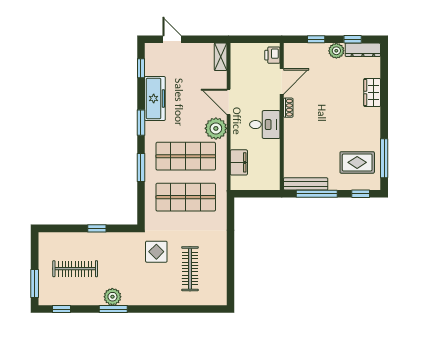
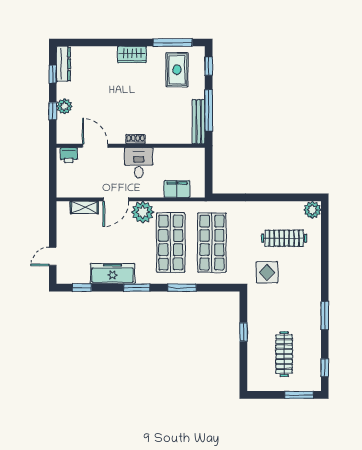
plant: (336, 51) -> (64, 106), moved
shelving: (221, 57) -> (84, 207), moved
wardrobe: (372, 93) -> (132, 55), moved
shoe rack: (288, 108) -> (135, 139), moved
plant: (112, 297) -> (312, 210), moved

